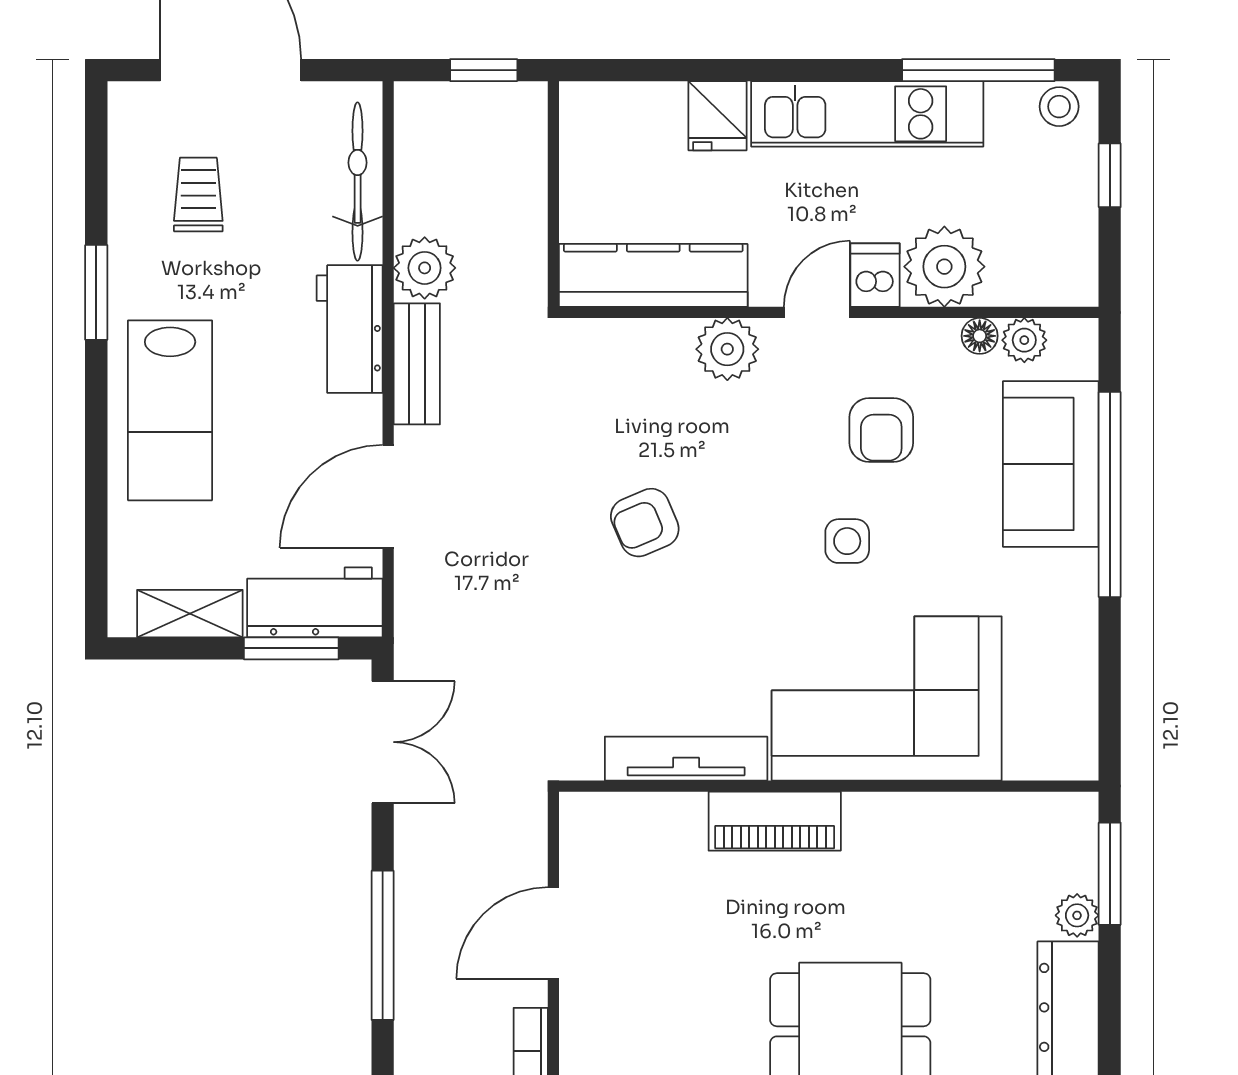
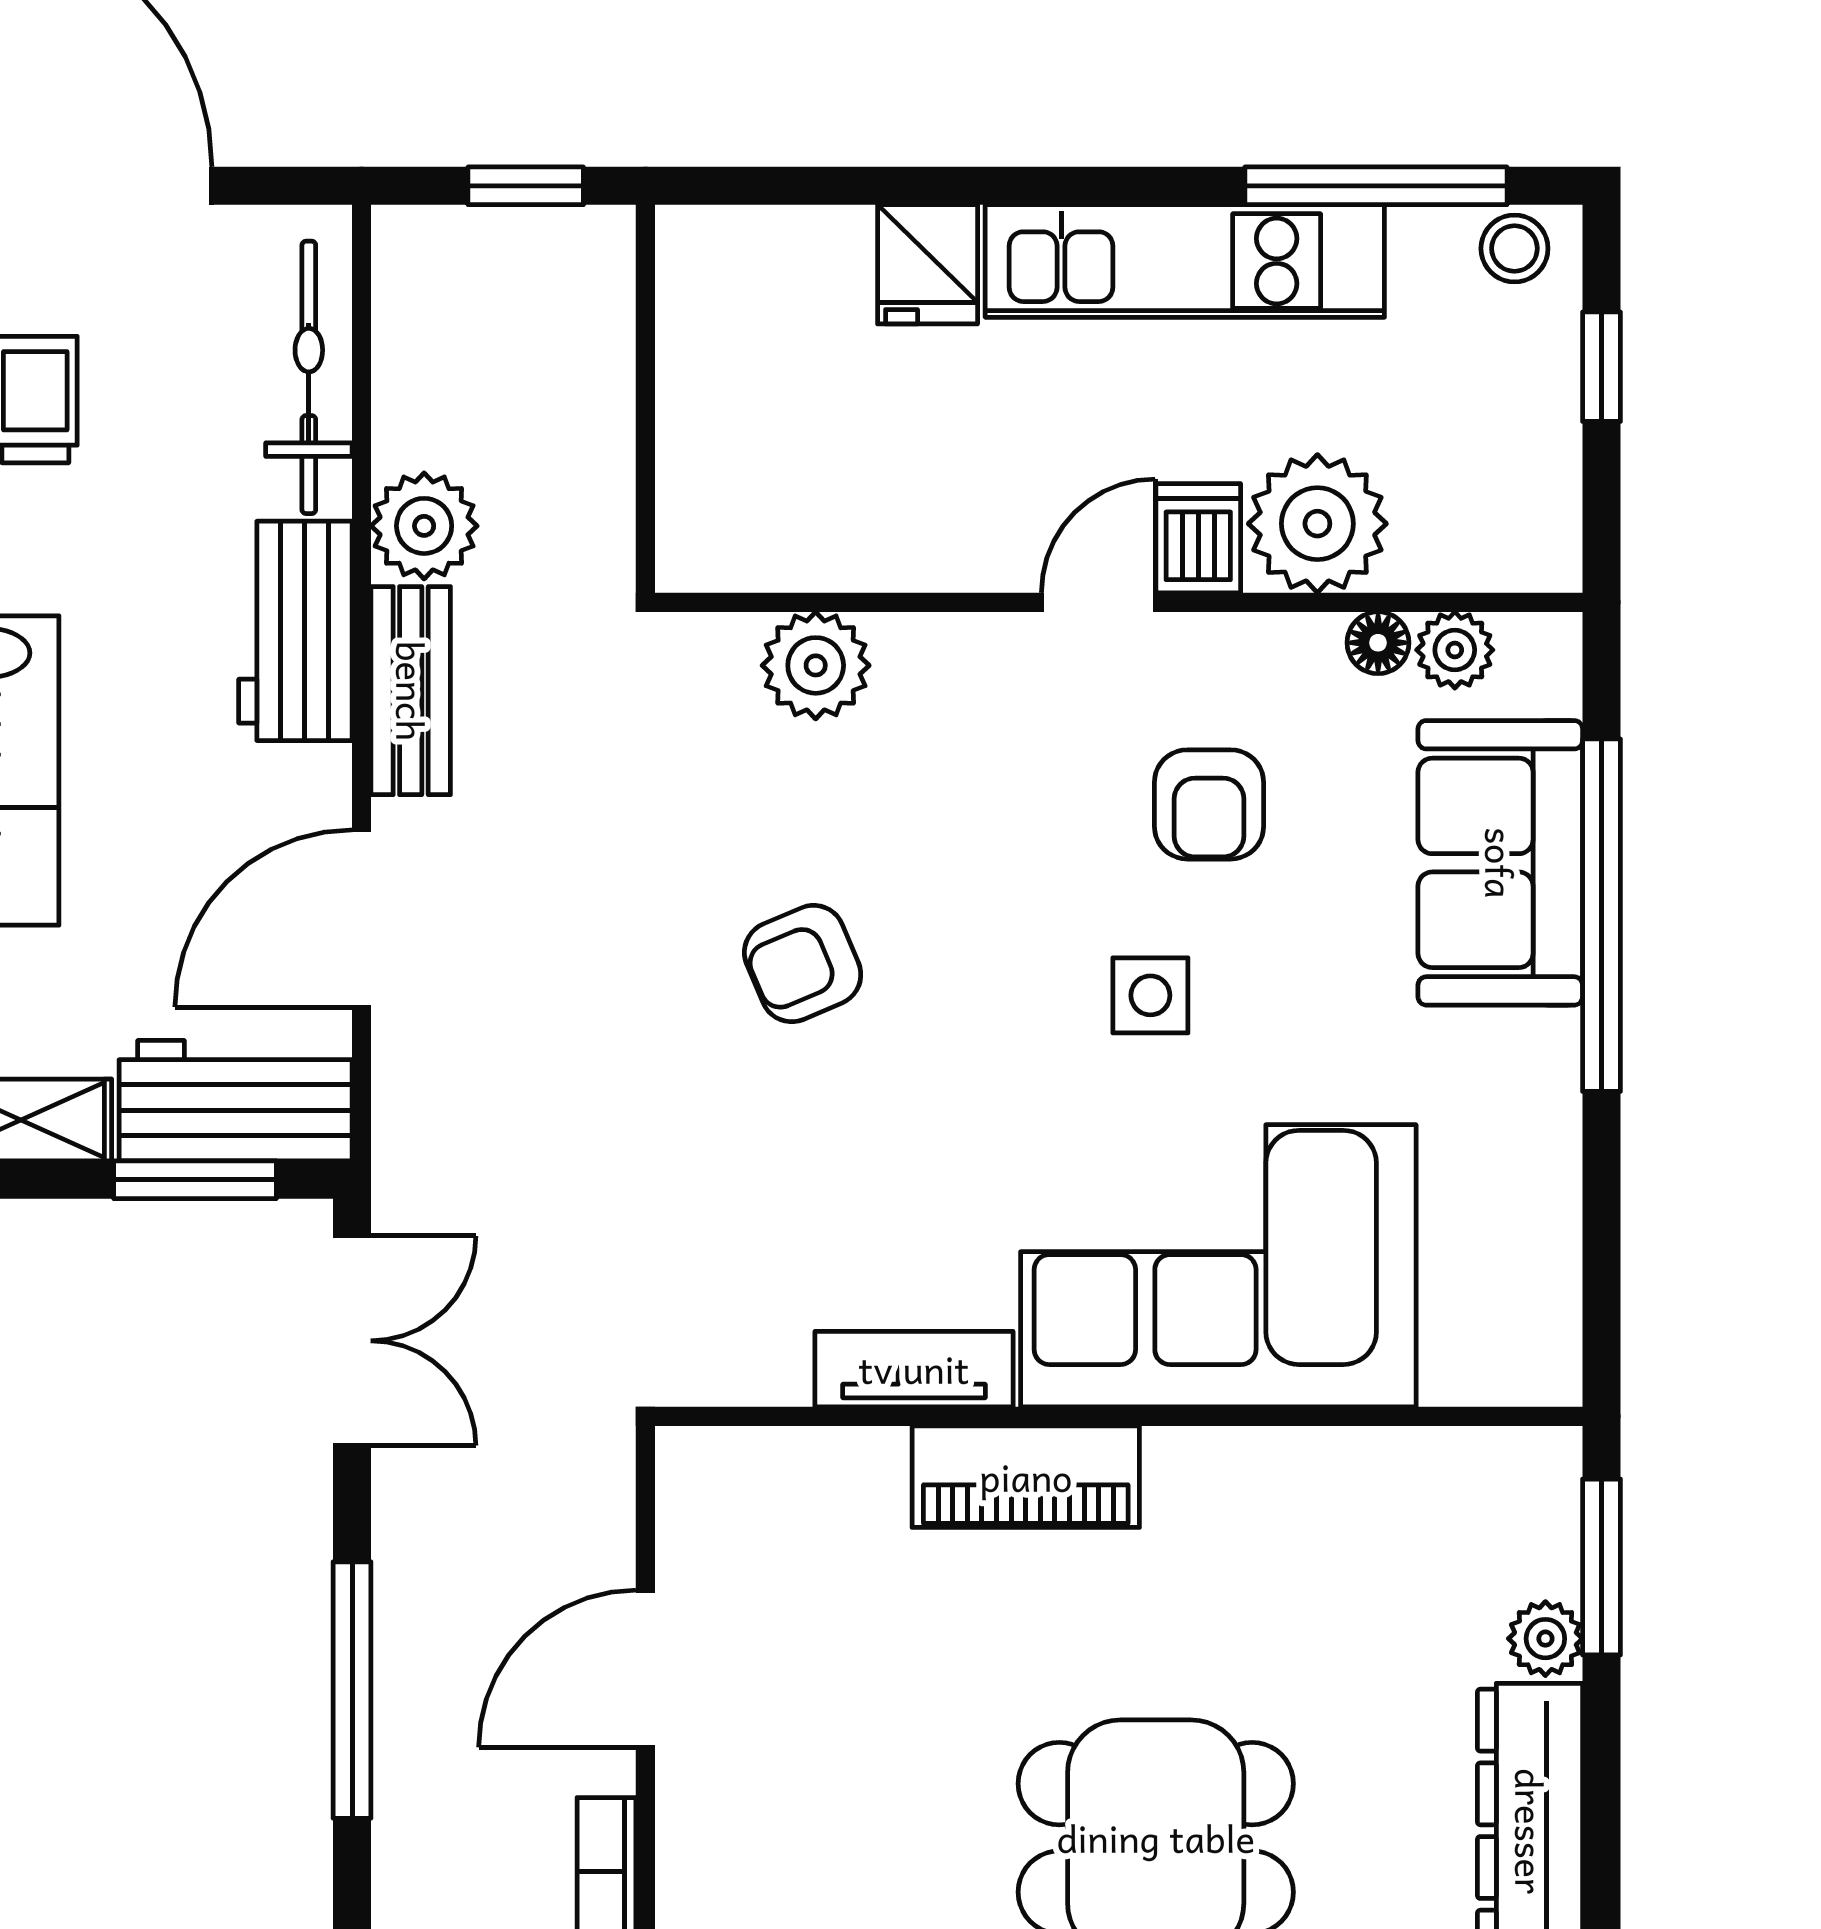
kitchen counter: (653, 275) -> (817, 539), removed
plant: (727, 349) -> (816, 665), moved
tv unit: (686, 759) -> (914, 1369), width x0.71

